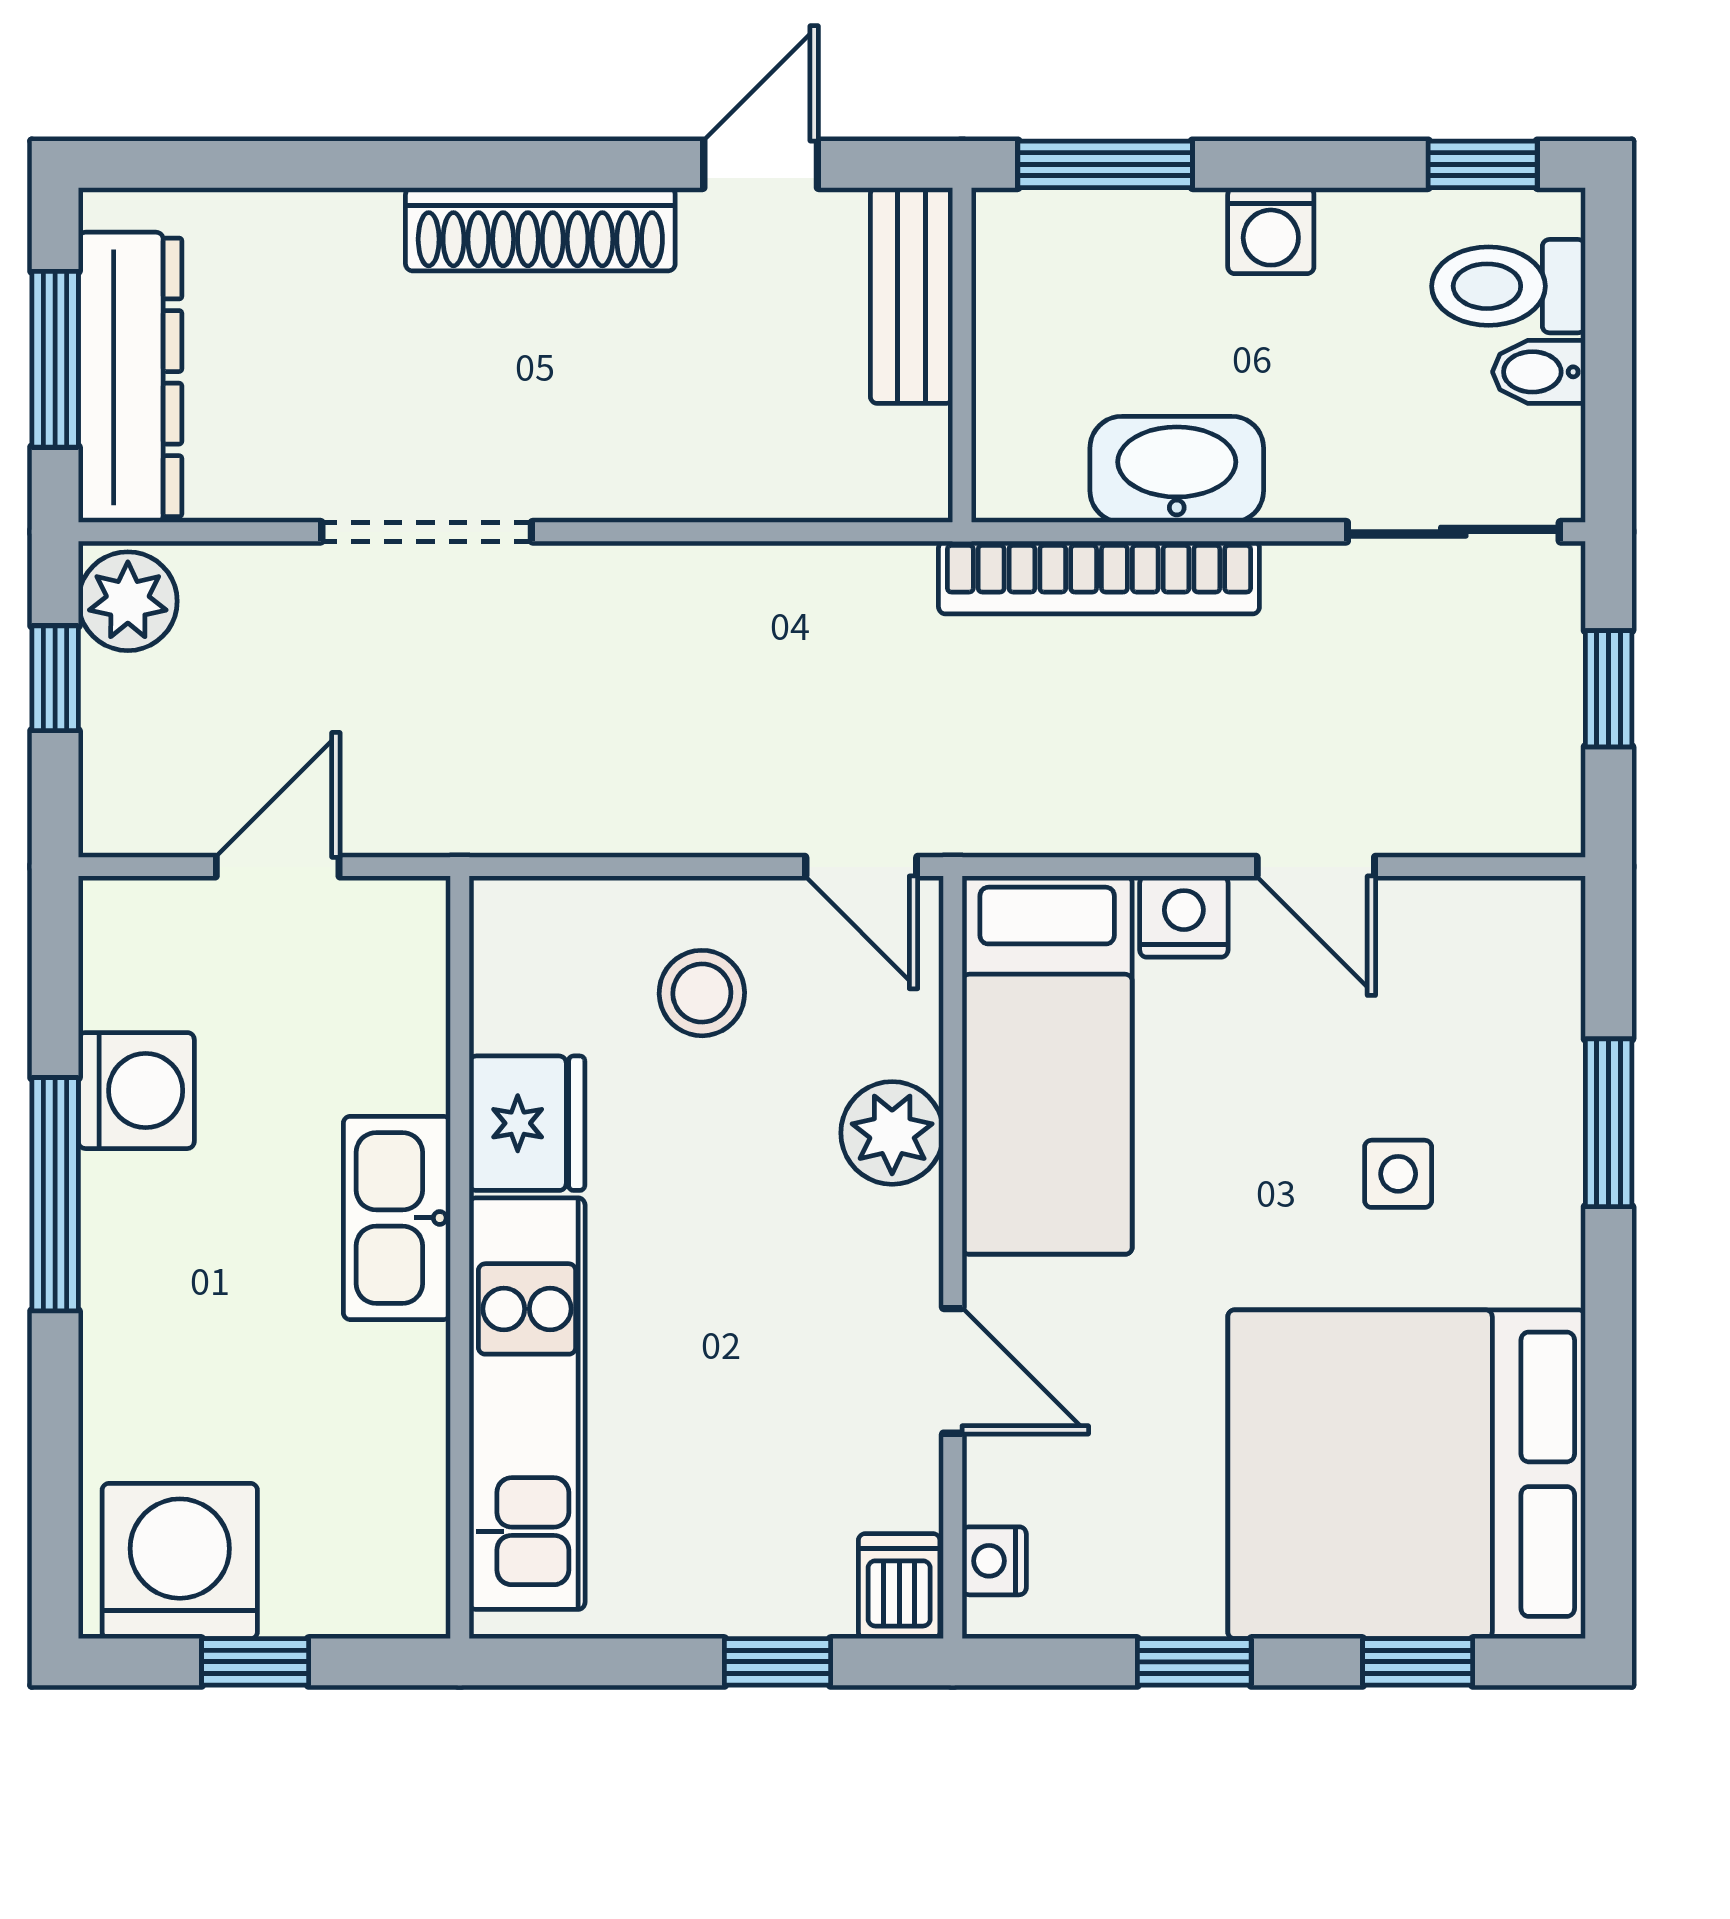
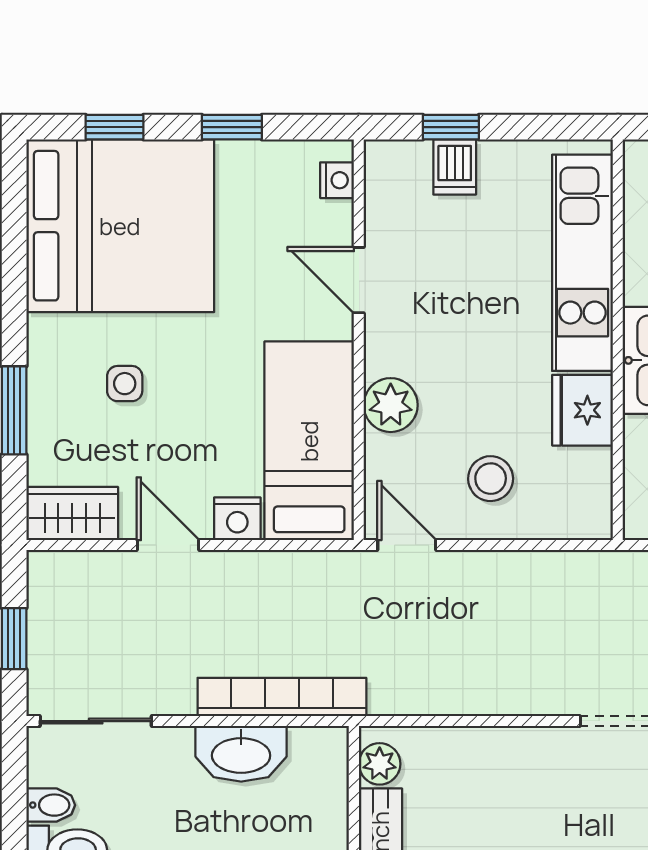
plant: (913, 450) -> (380, 764), added
wardrobe: (1498, 926) -> (72, 514), added
dishwasher: (899, 1586) -> (455, 167), moved

